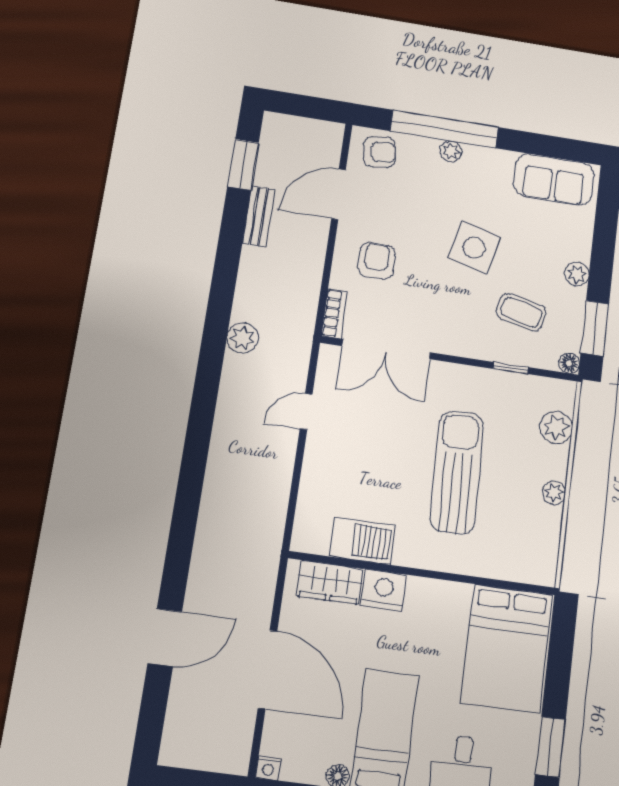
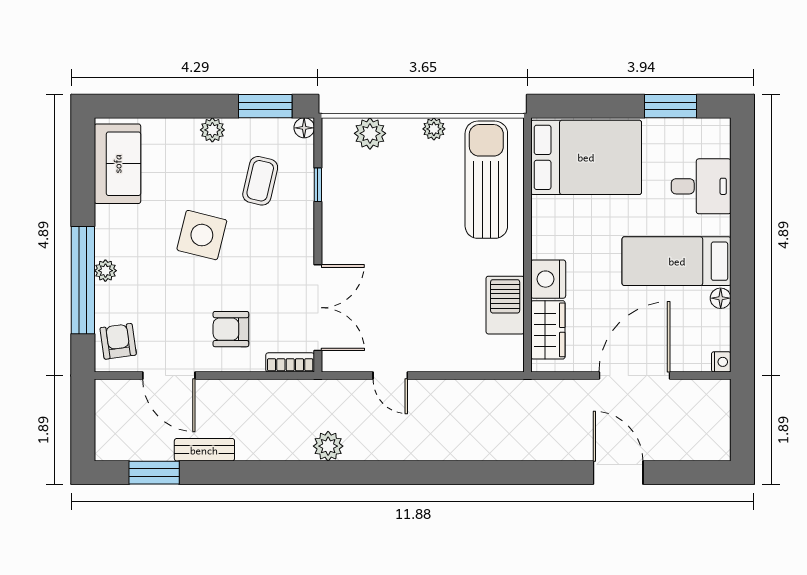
sun lounger: (457, 472) -> (486, 180), moved, turned 92

